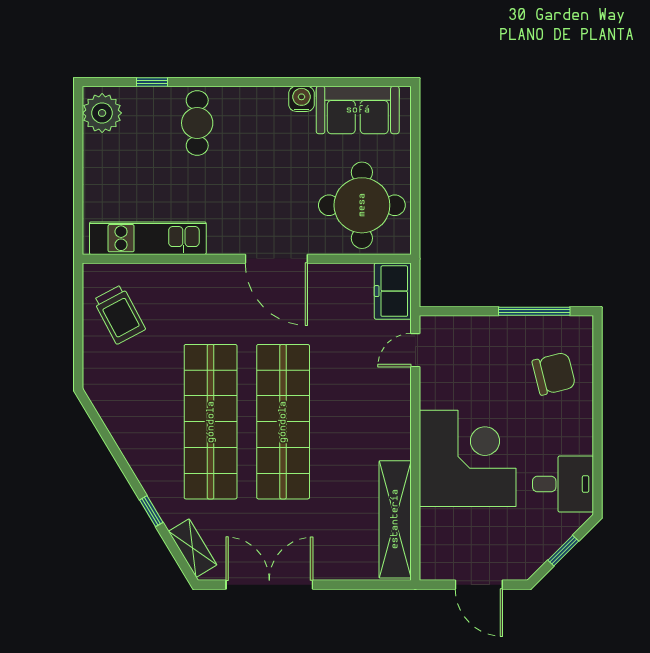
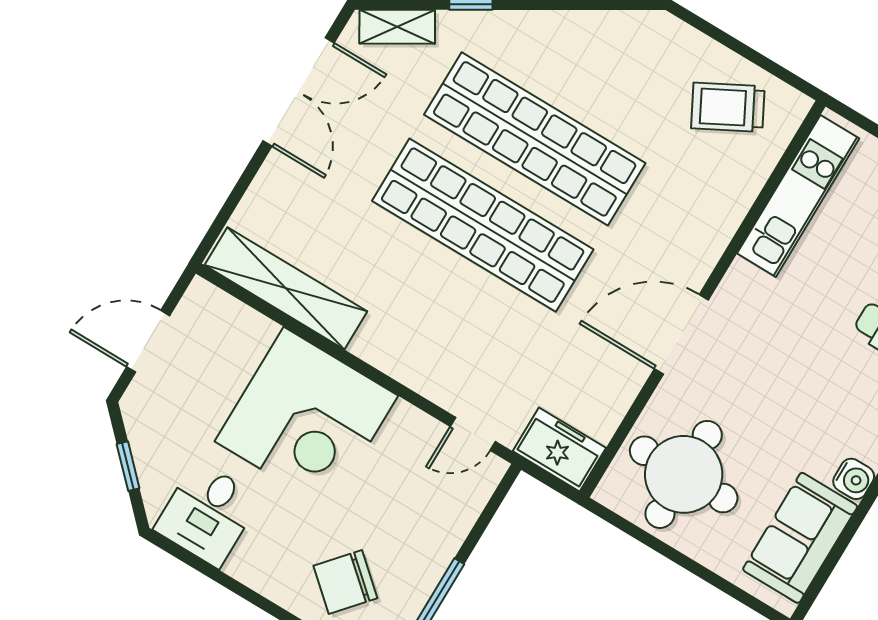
door: (415, 350) -> (473, 434), swing flipped
chair: (554, 374) -> (345, 582), turned 55

